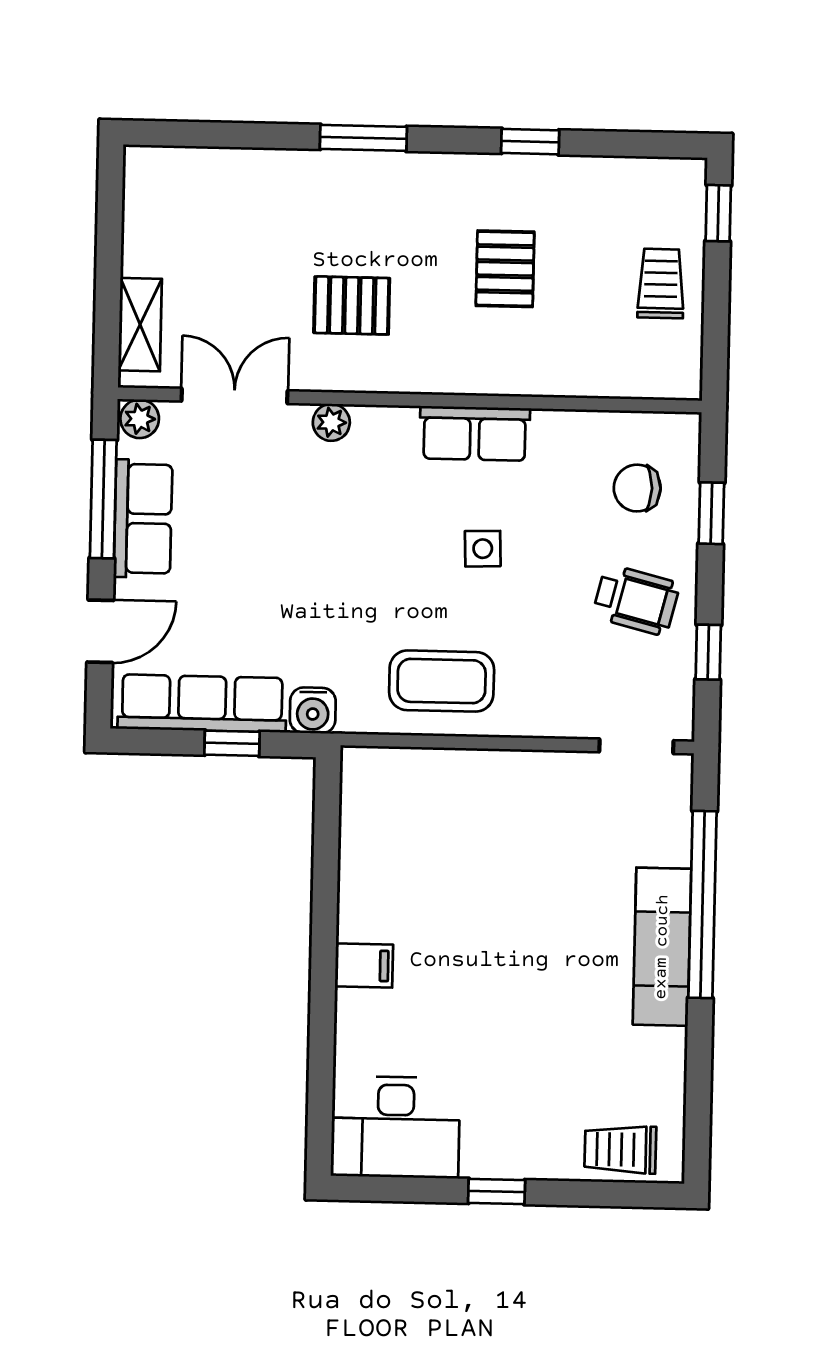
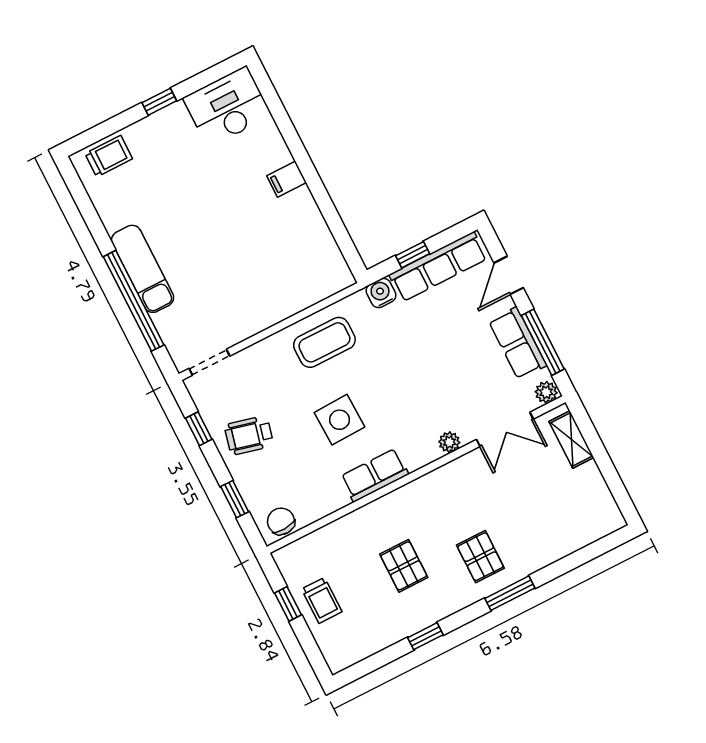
window: (718, 213) -> (288, 604), moved
pallet: (352, 305) -> (480, 557), moved, turned 90
chair: (637, 488) -> (281, 521), moved, turned -93
side table: (483, 549) -> (340, 420), width x1.87, depth x1.87

